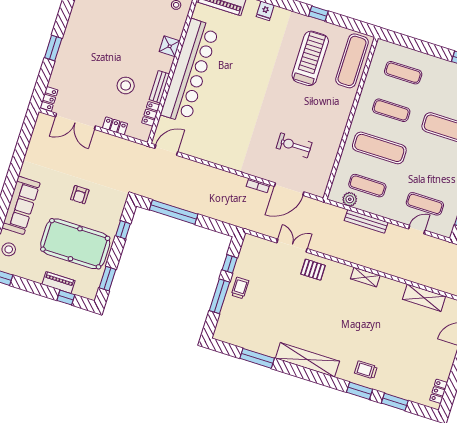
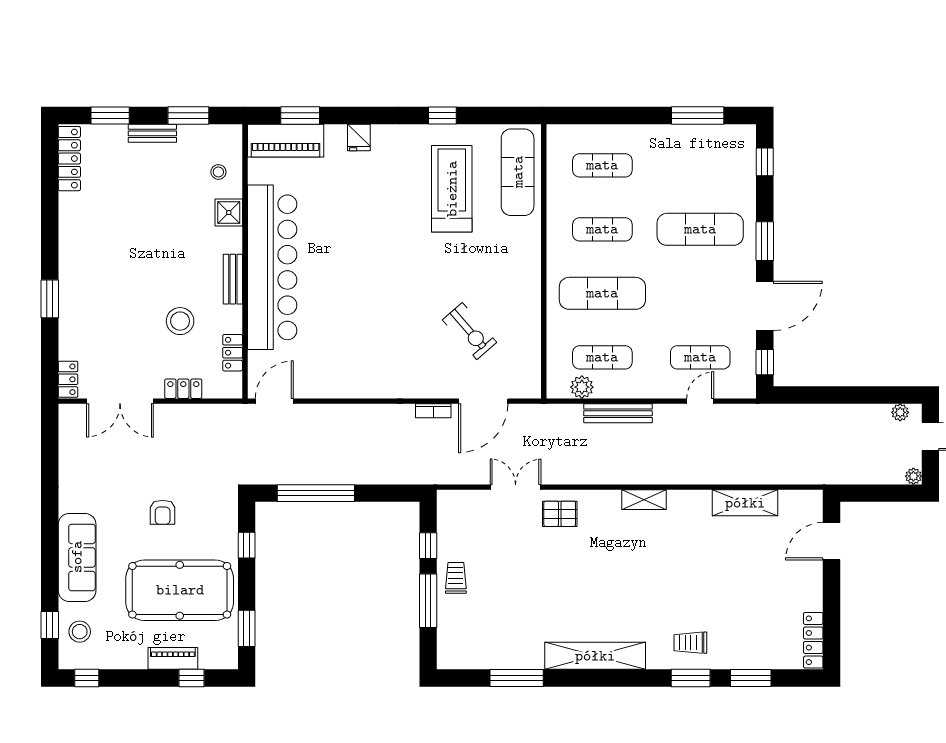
shower: (170, 46) -> (229, 213), moved
bench: (159, 87) -> (233, 279), moved
exercise bike: (294, 145) -> (470, 331), turned -131
locker: (439, 391) -> (813, 640), width x1.53

